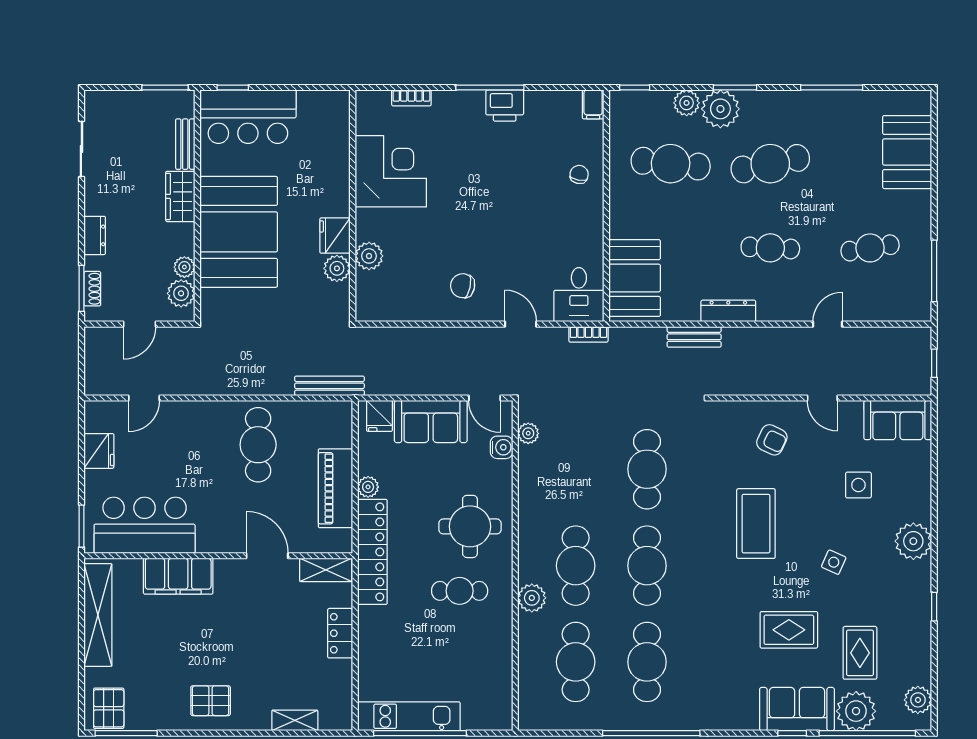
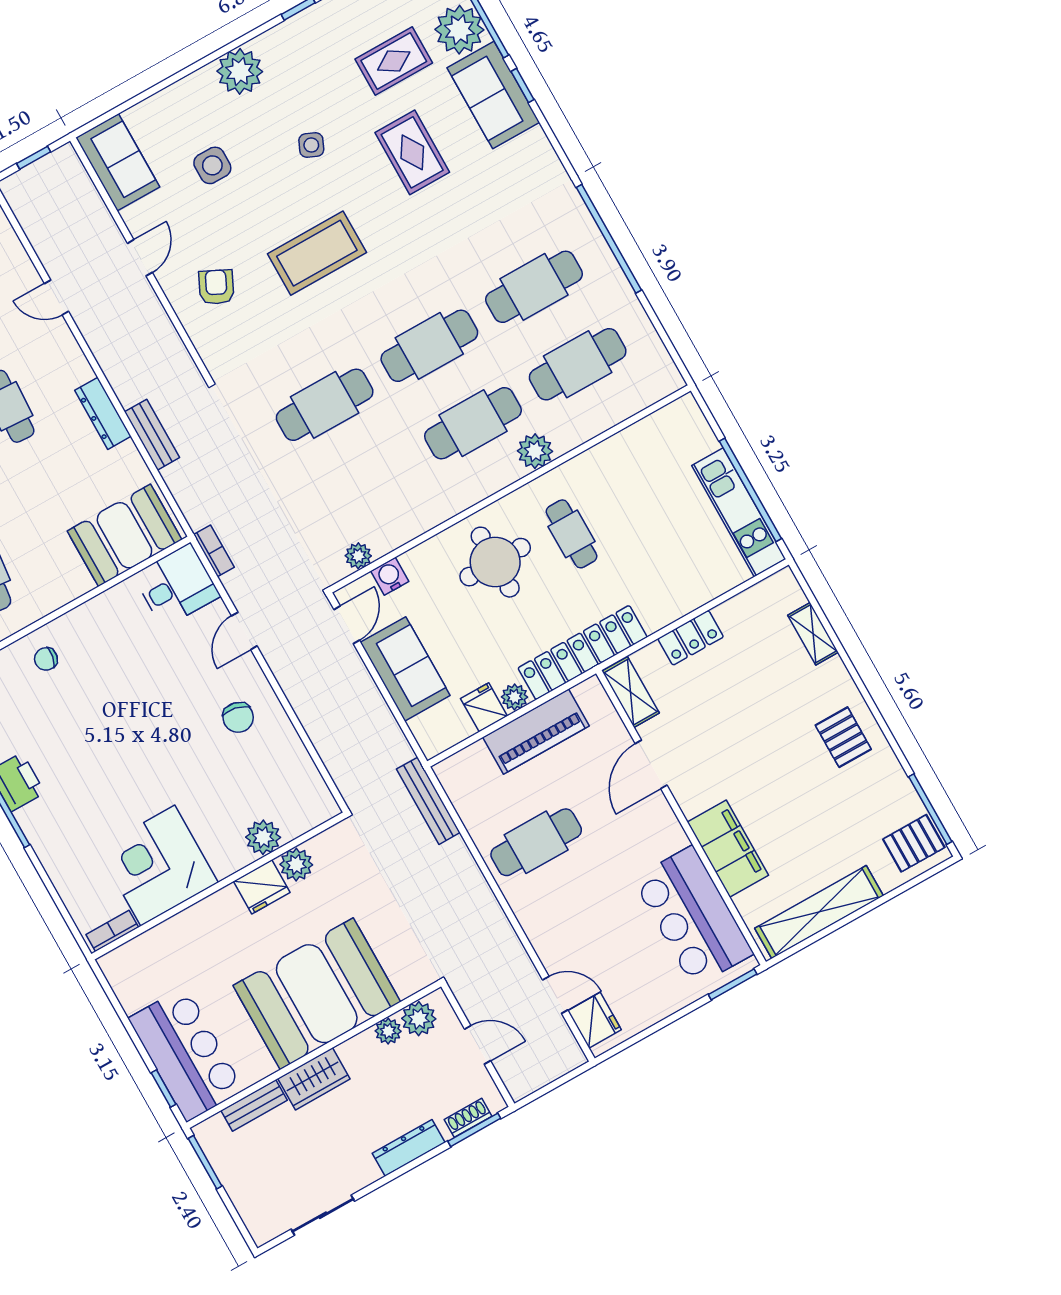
bookcase: (411, 98) -> (112, 931), moved, turned -90
dresser: (95, 235) -> (409, 1148), width x1.44
fridge: (379, 416) -> (484, 707), moved, turned -90
fridge: (99, 451) -> (594, 1020), moved, turned 90

